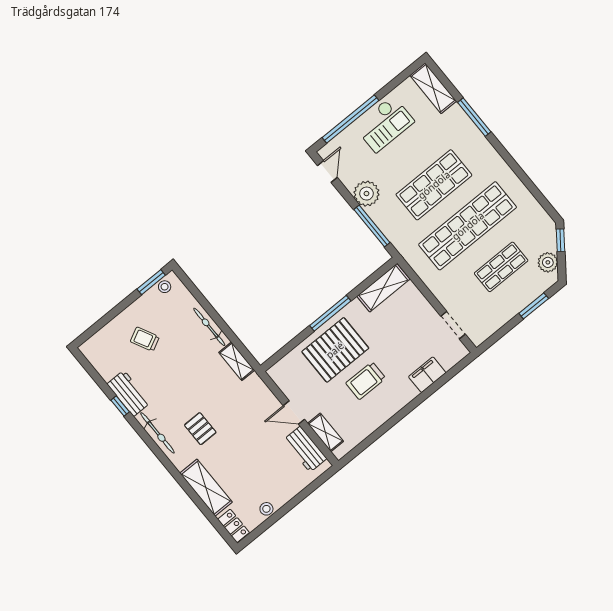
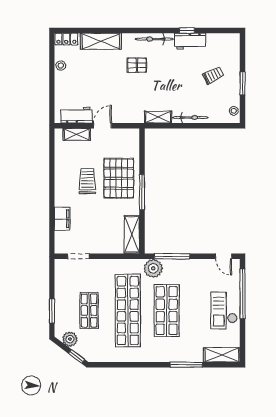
plant: (366, 194) -> (153, 268), moved
window: (151, 282) -> (243, 83), moved

